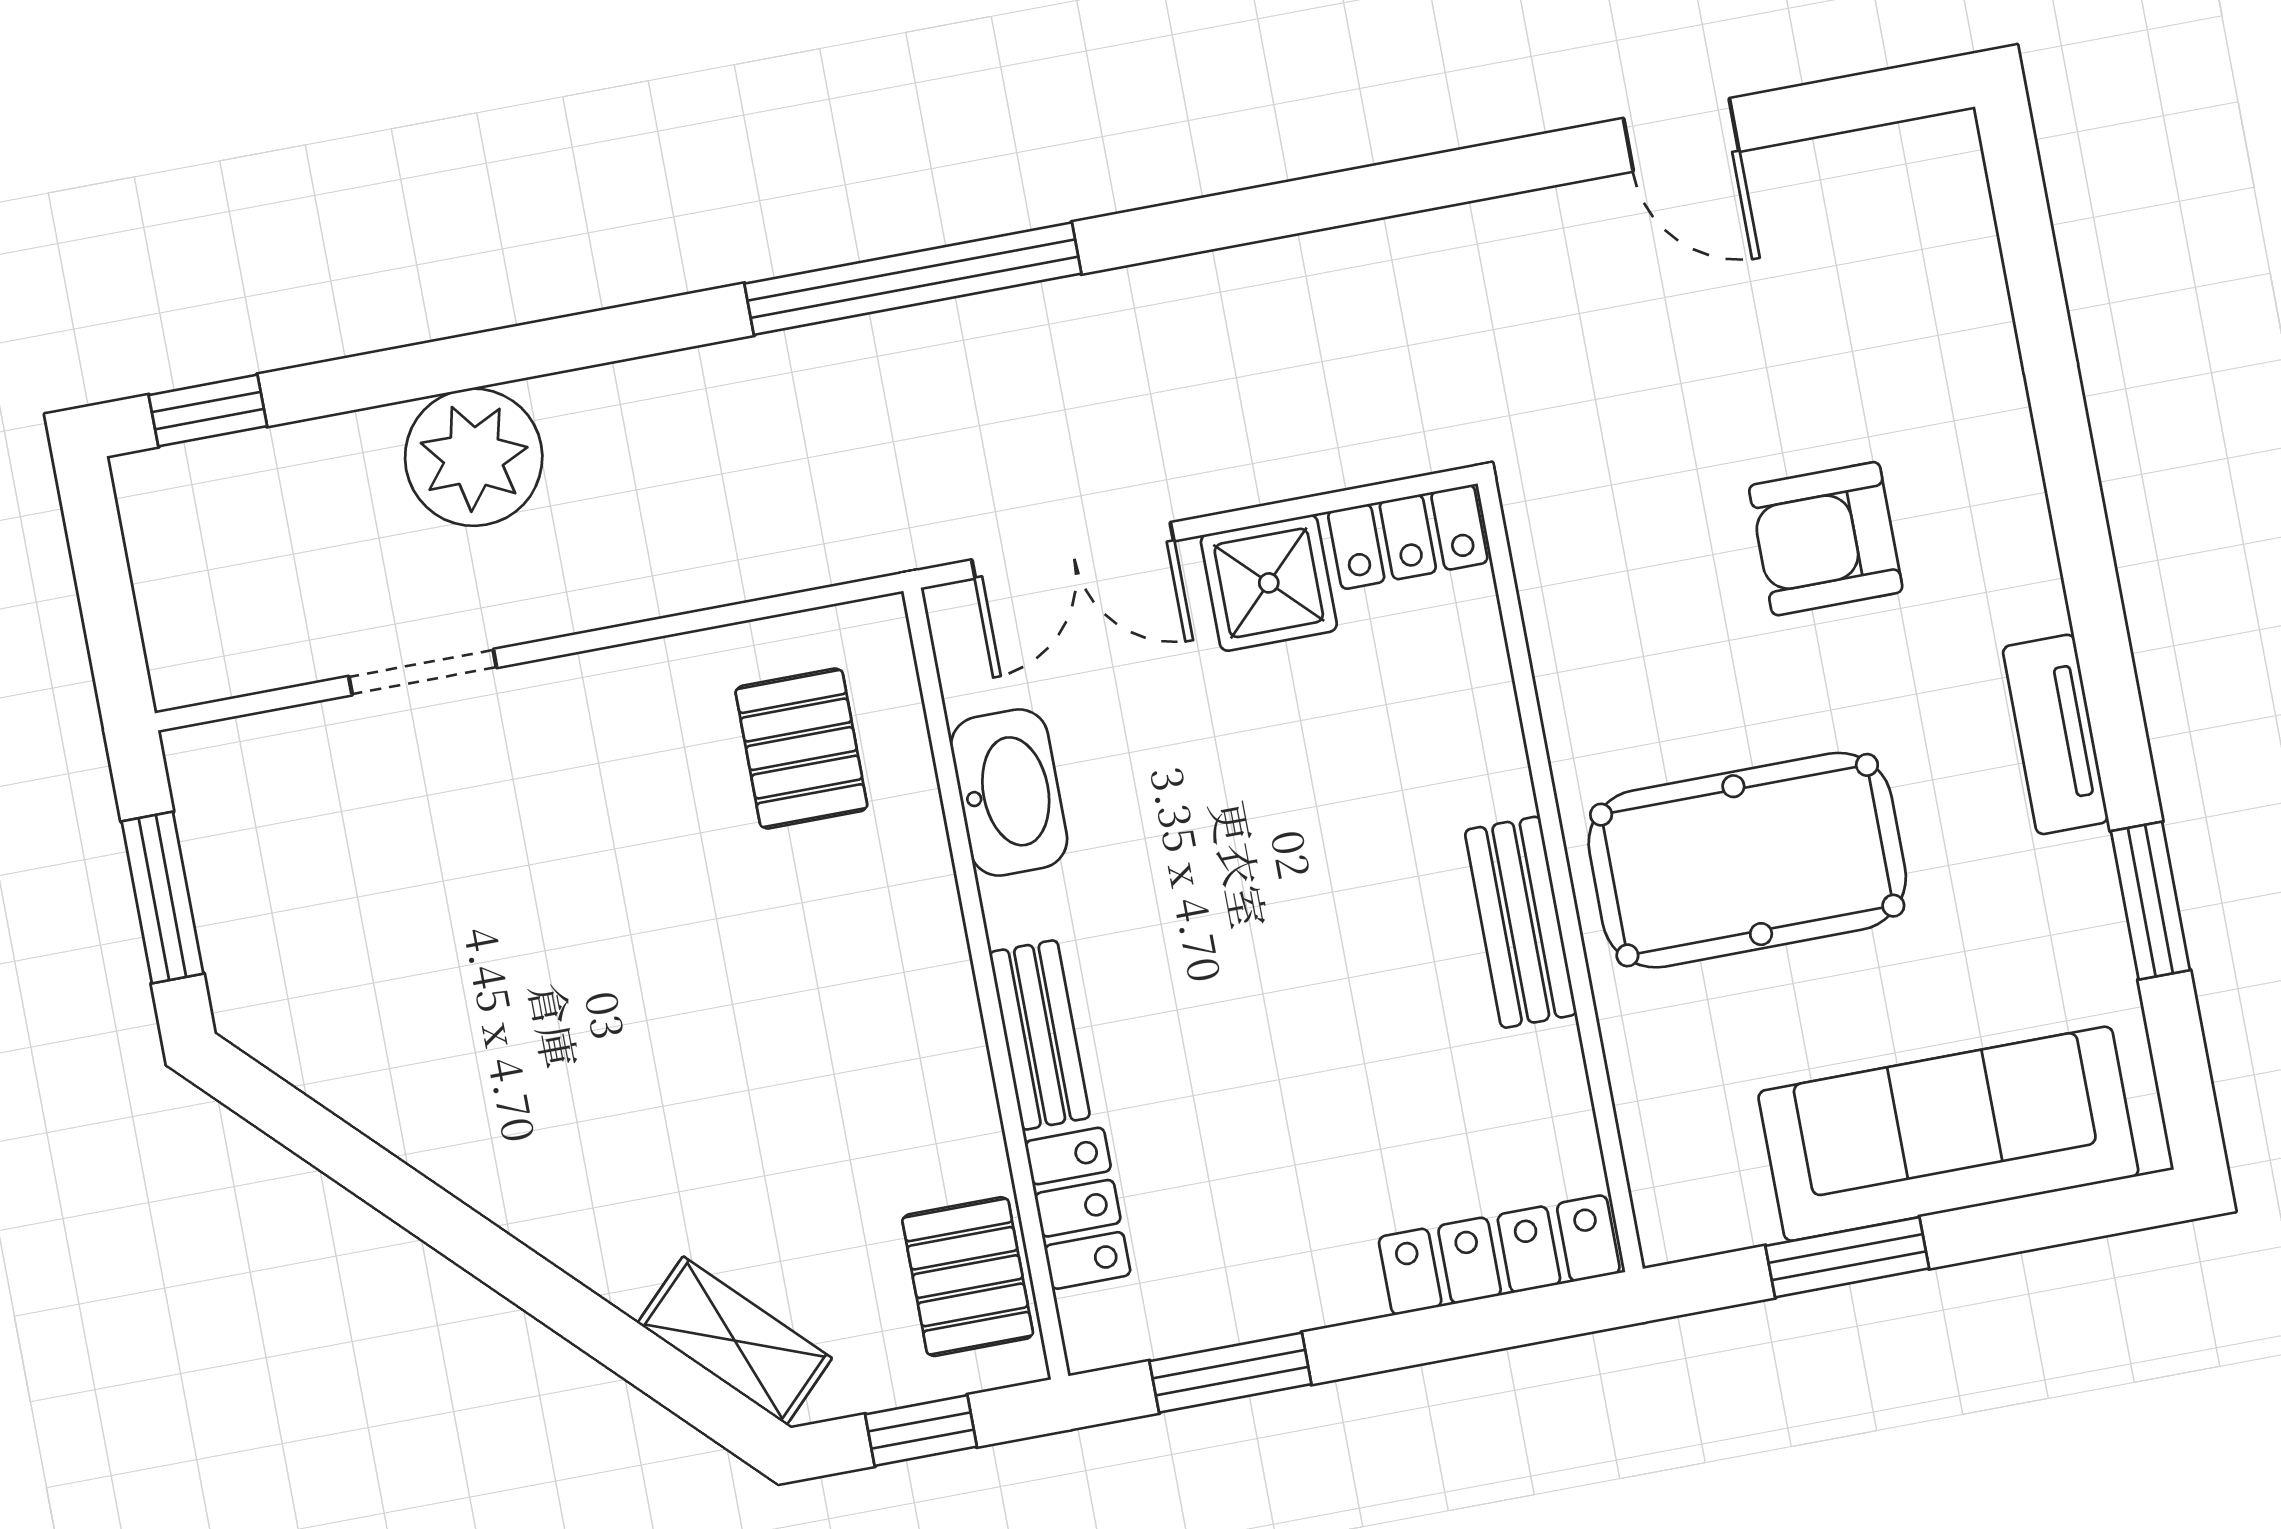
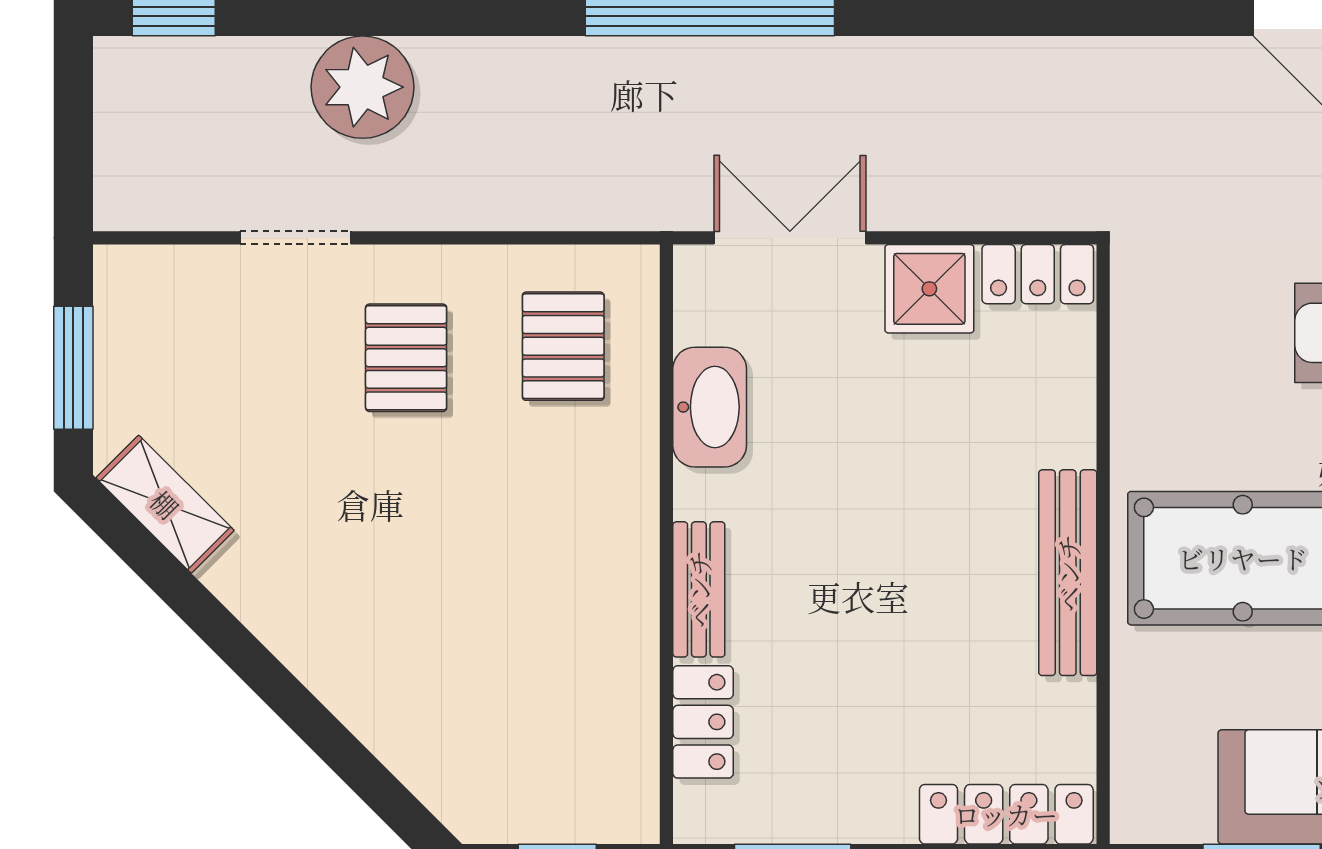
double door: (1073, 550) -> (790, 238), swing flipped
bench: (1521, 922) -> (1068, 573), width x1.36
pallet: (968, 1277) -> (406, 358), moved
shelving: (735, 1341) -> (165, 504), moved

